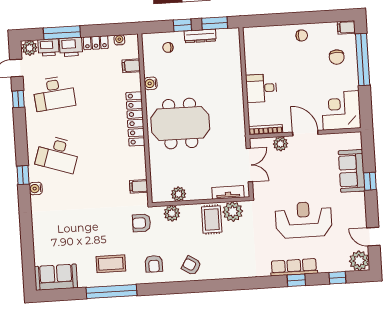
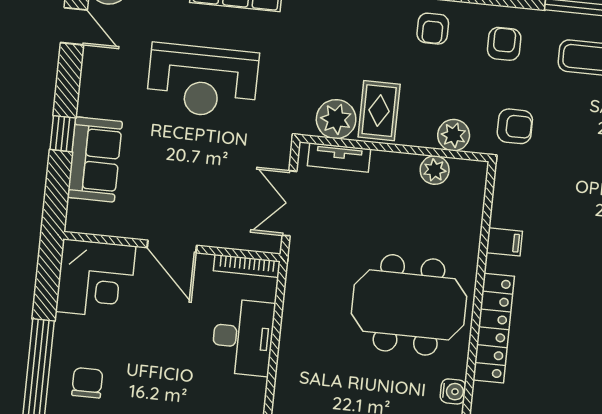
desk: (261, 88) -> (243, 337), width x1.37
plant: (280, 144) -> (223, 234), removed
filing cabinet: (139, 186) -> (504, 242), moved
armchair: (191, 266) -> (433, 29), turned 58

